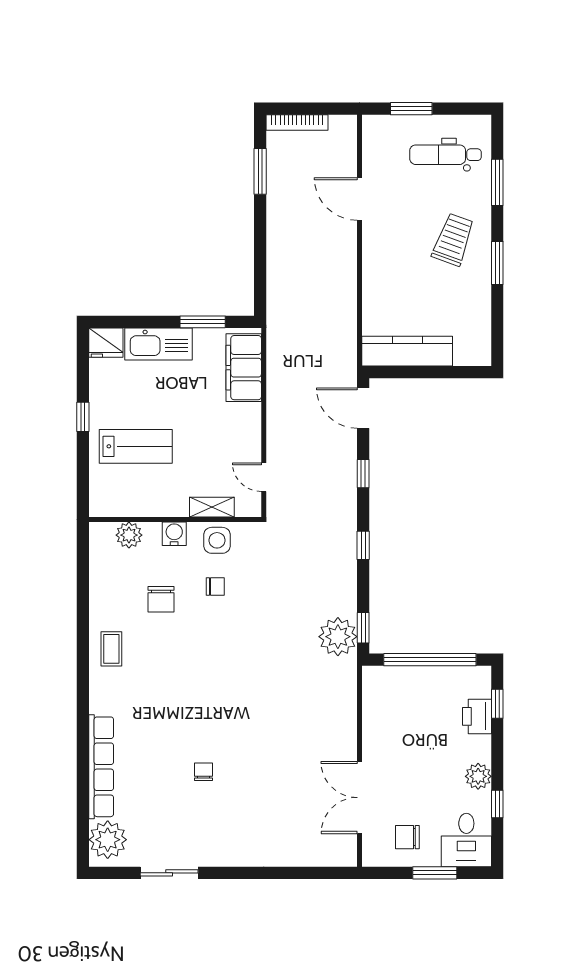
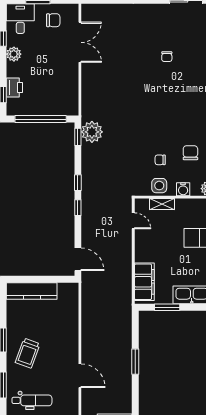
window: (260, 171) -> (135, 362), moved
kitchen counter: (407, 351) -> (32, 291), moved
window: (363, 474) -> (78, 208), moved

